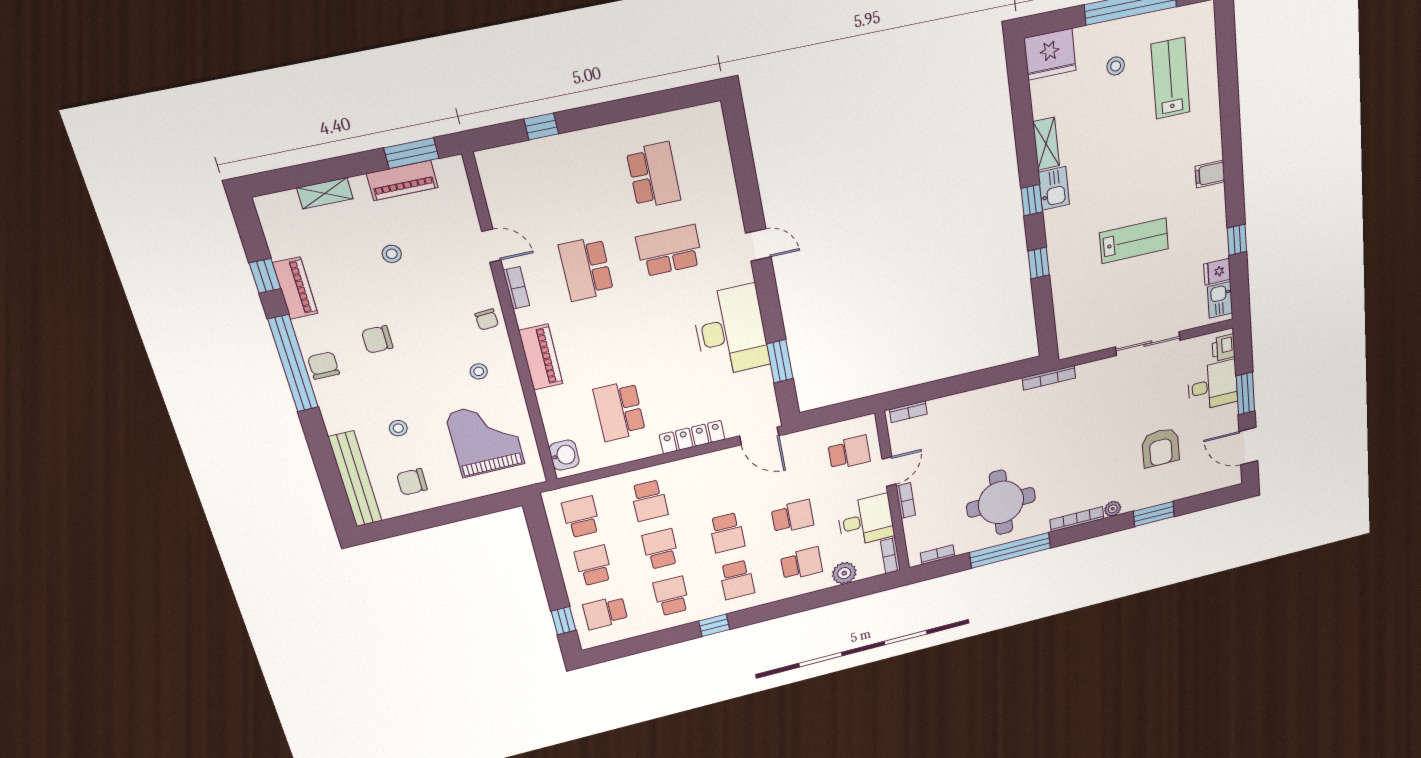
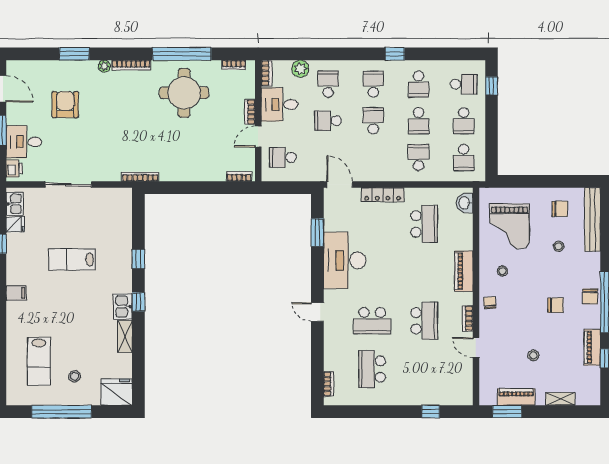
bookcase: (720, 137) -> (328, 384), added
school desk: (801, 564) -> (328, 84), turned 90

